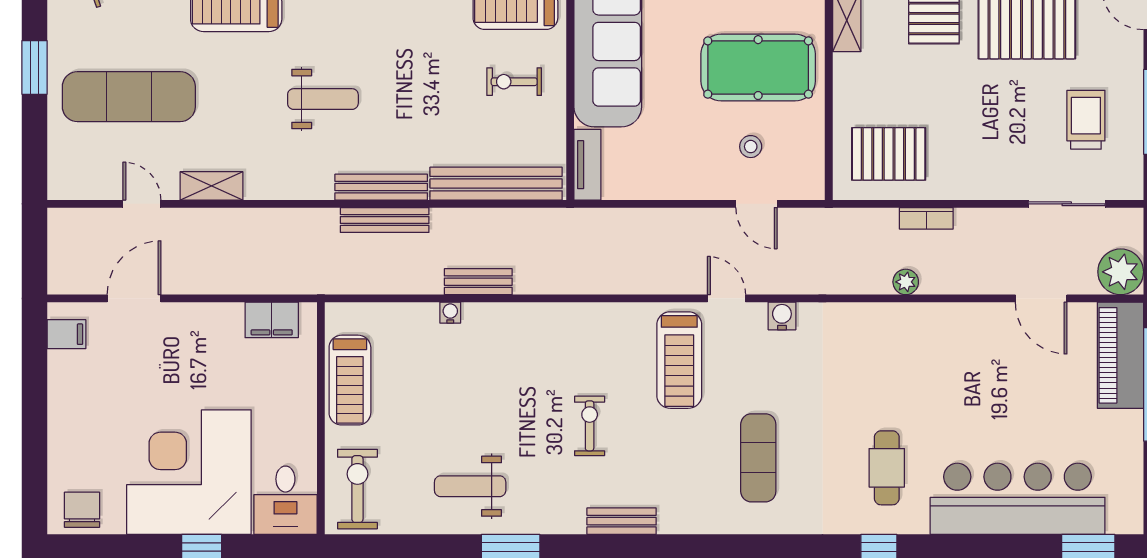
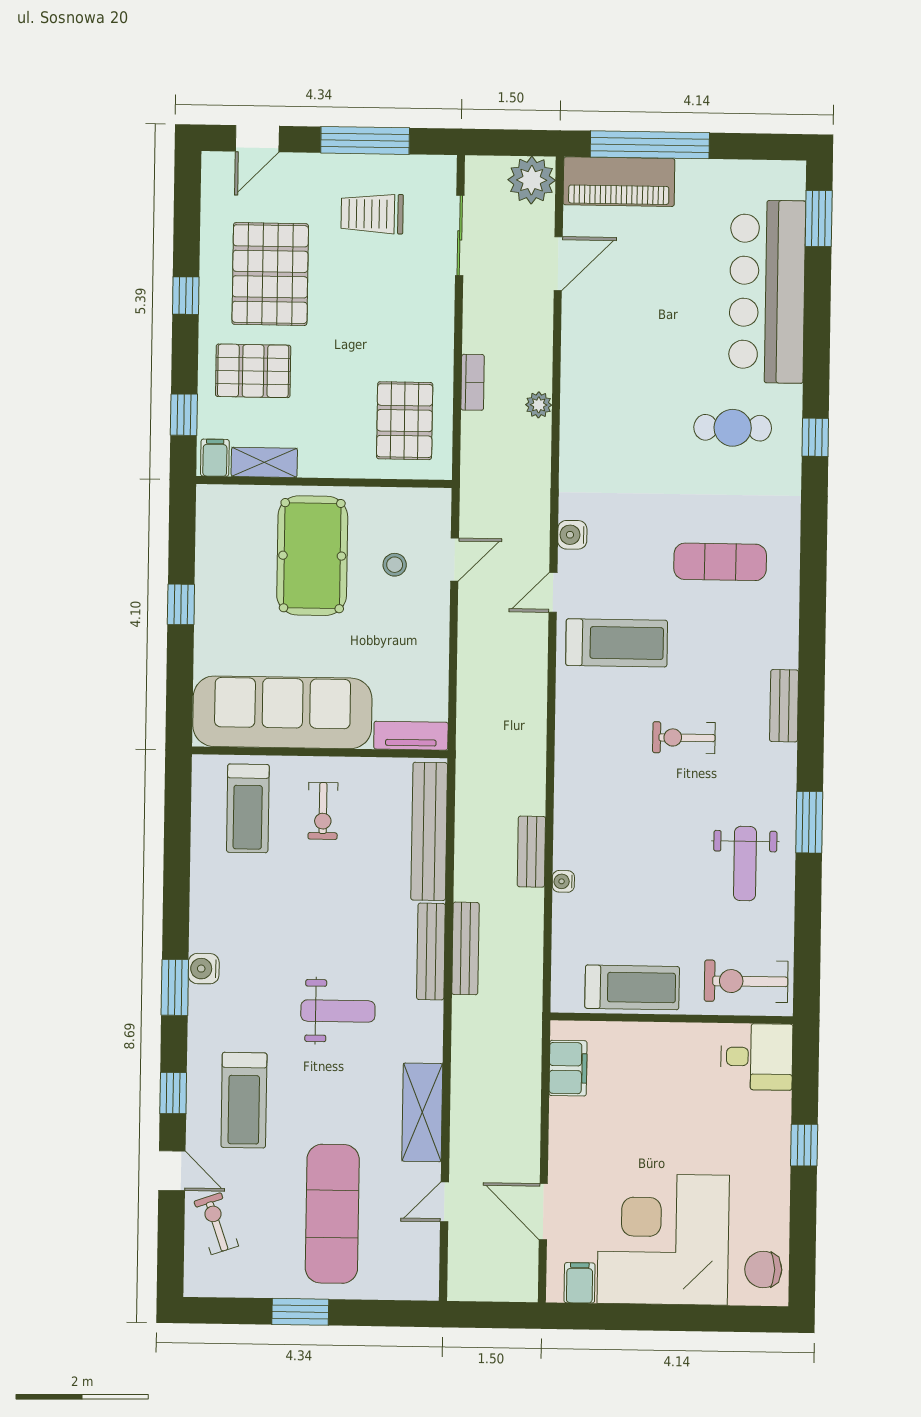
weight bench: (323, 99) -> (338, 1011), turned 90
shelving: (211, 186) -> (422, 1112), width x1.50, depth x1.33
corner desk: (189, 472) -> (663, 1239), moved, turned 90

